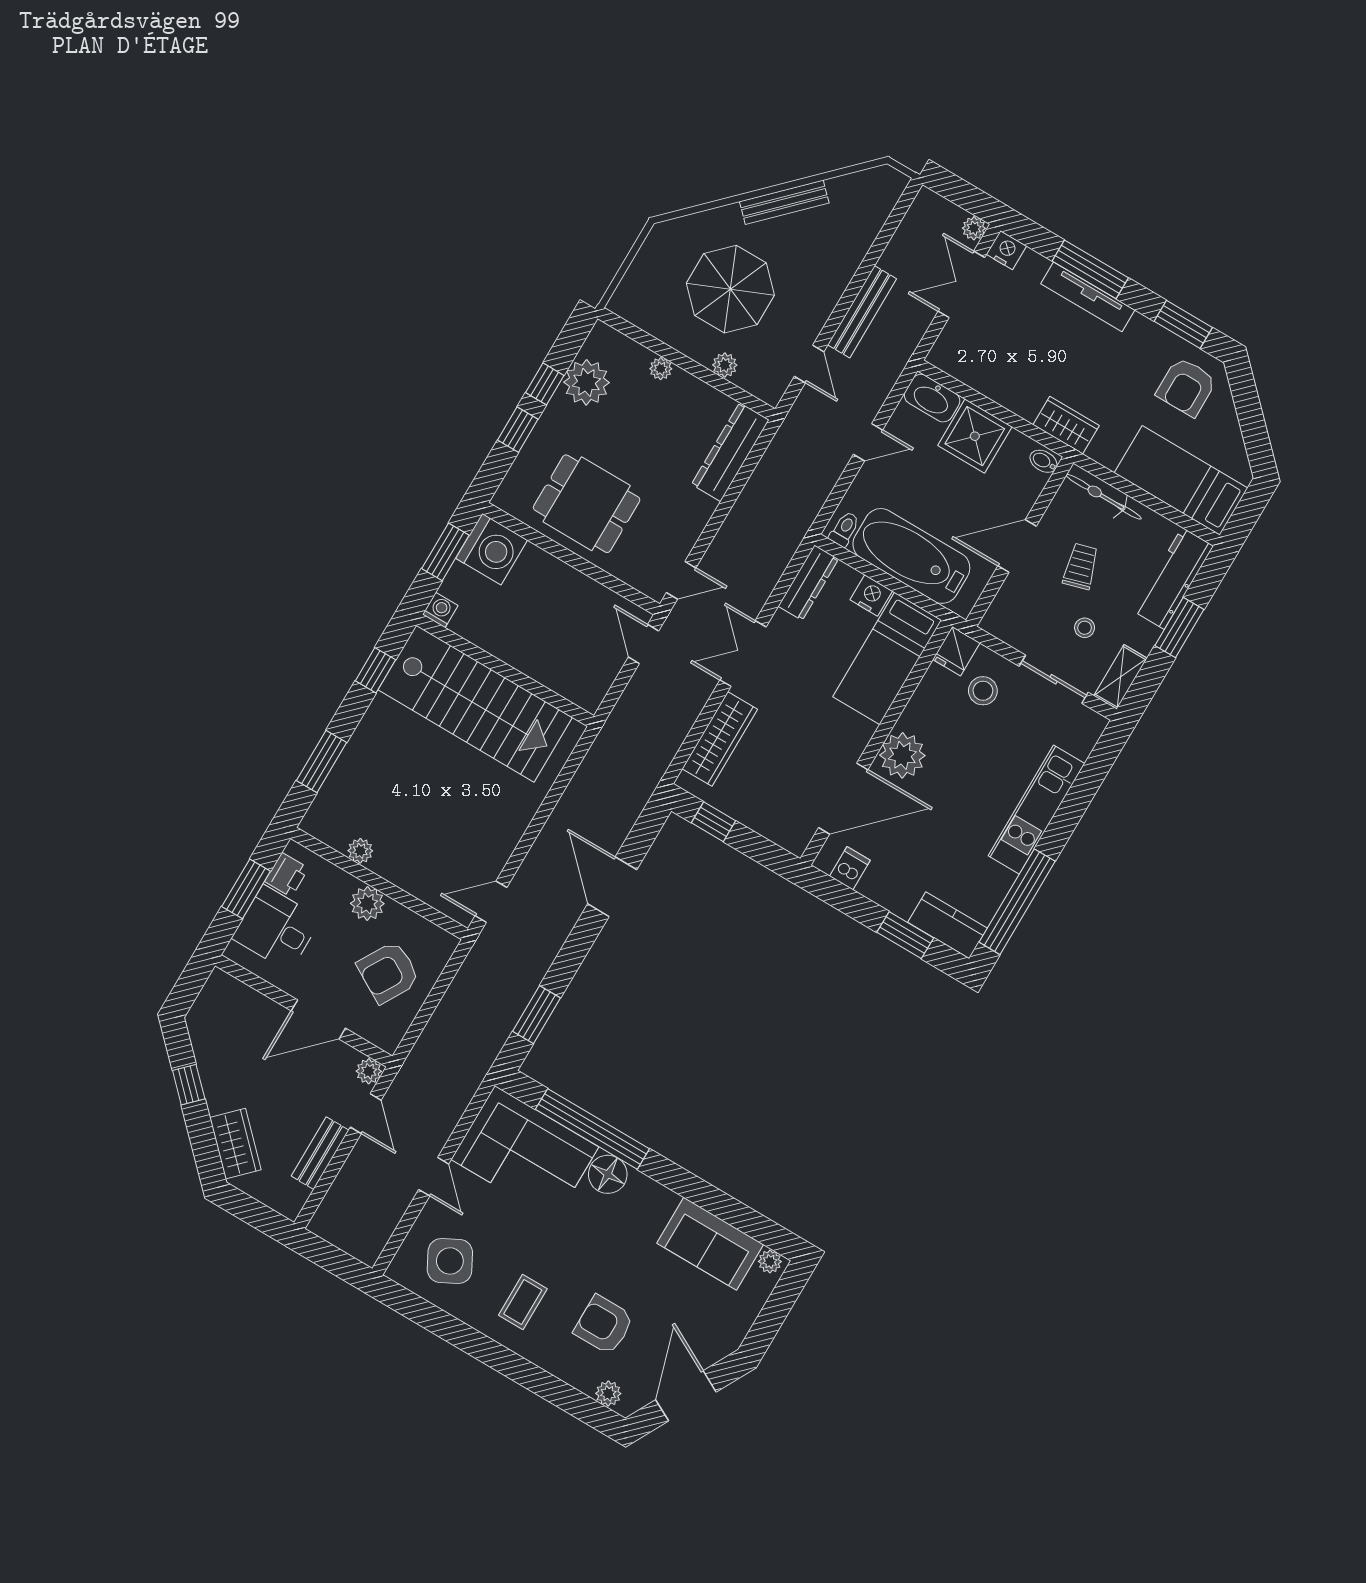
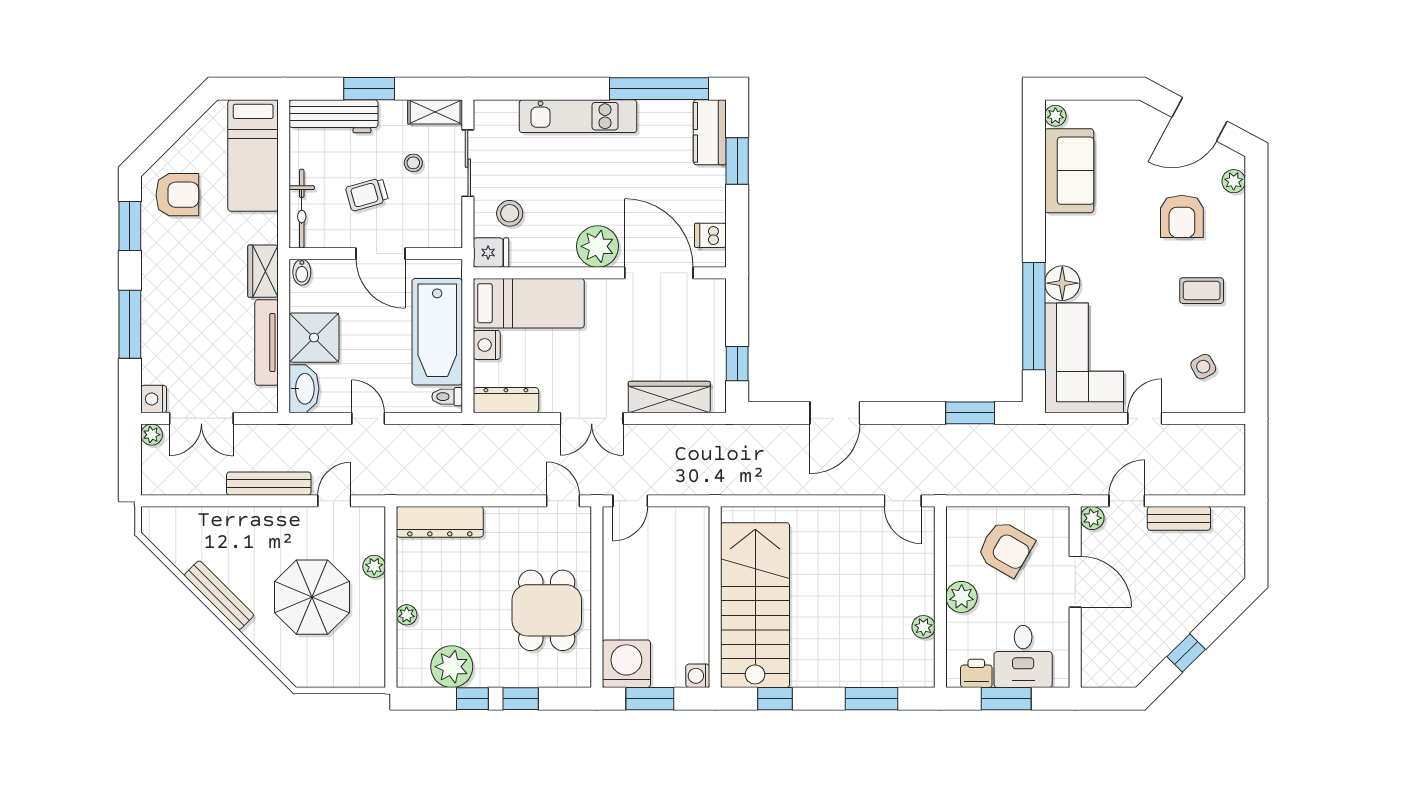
tv unit: (1088, 297) -> (267, 343), moved, turned 180
wardrobe: (235, 1144) -> (1211, 589), removed
side table: (450, 1261) -> (1203, 367), width x0.54, depth x0.54

